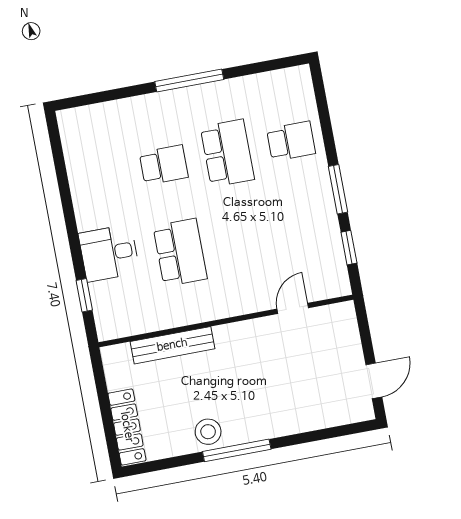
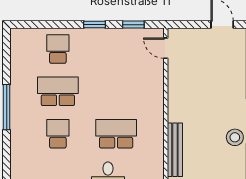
window: (338, 189) -> (94, 25), width x0.67
door: (293, 308) -> (166, 48), moved

